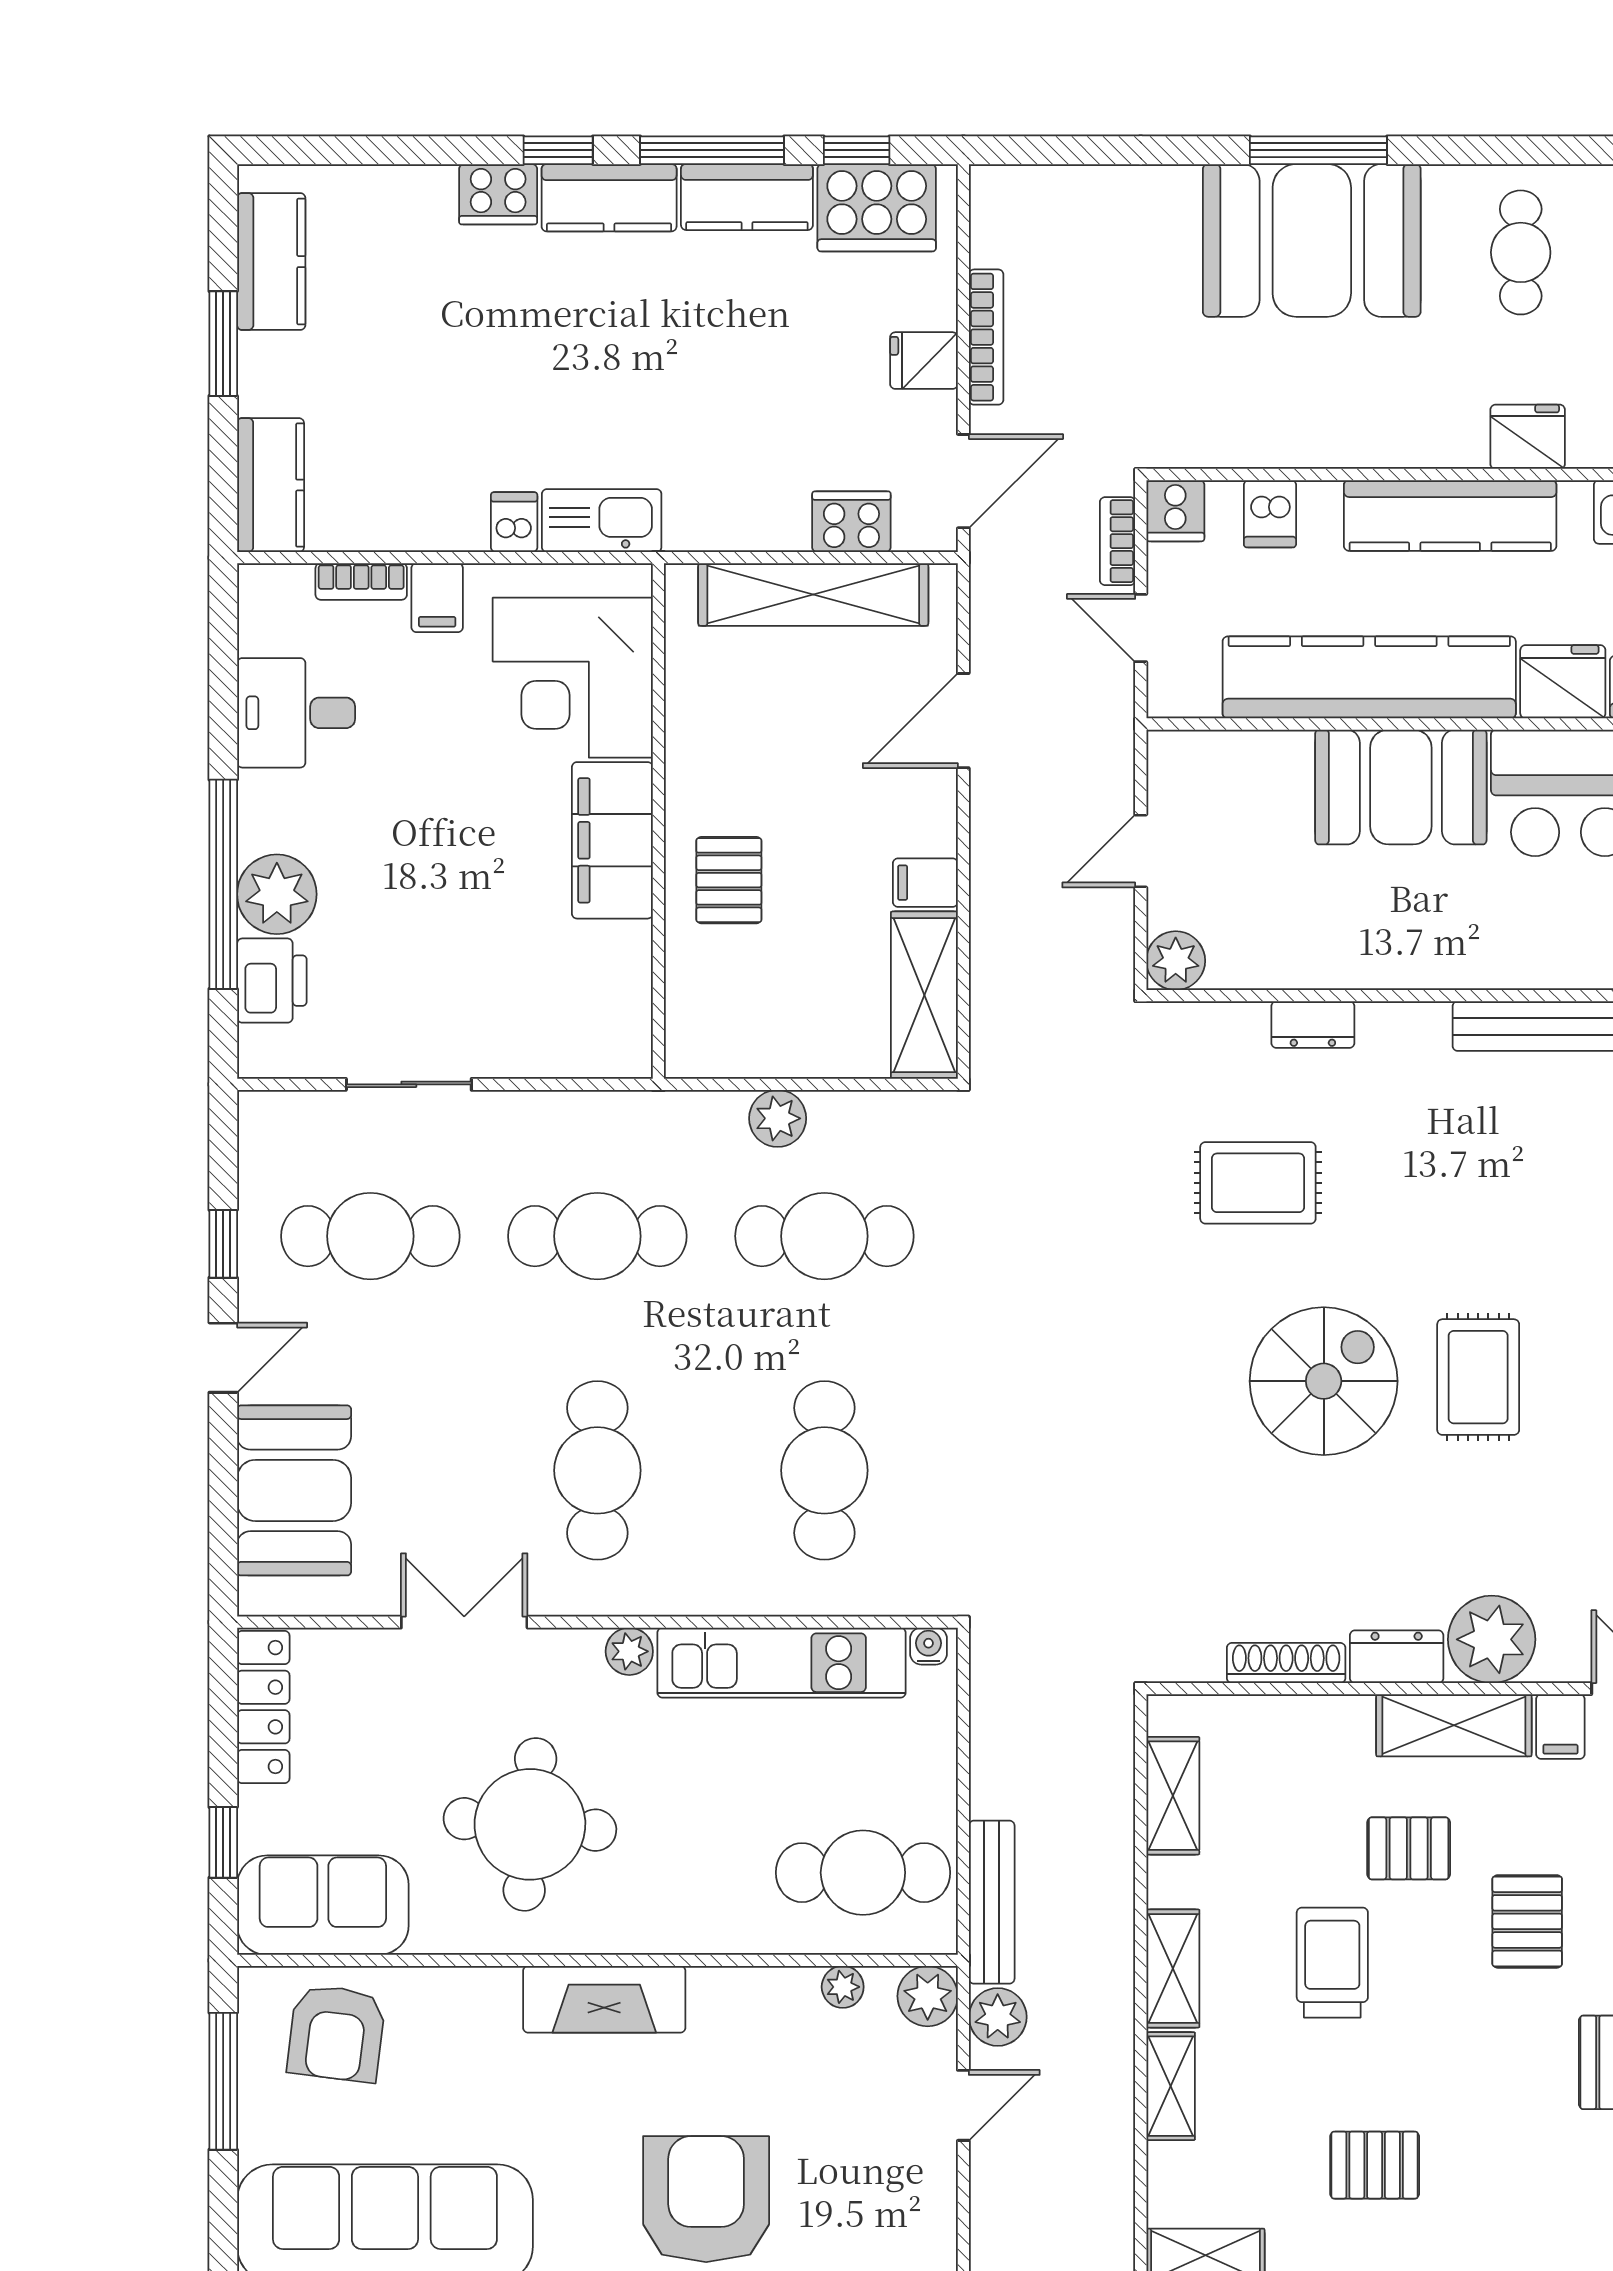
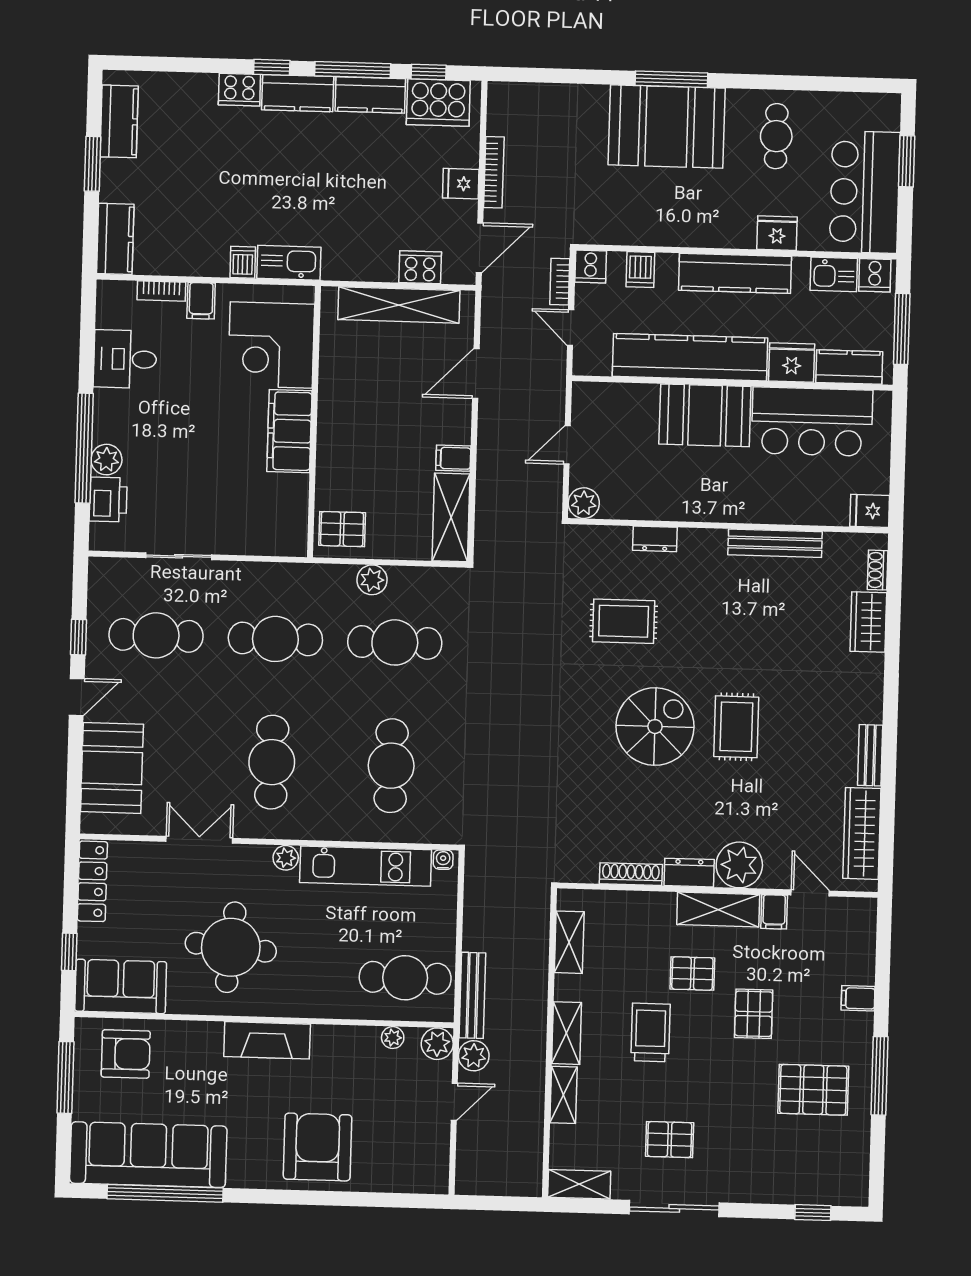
pallet: (729, 880) -> (342, 529), moved, turned 90
plant: (277, 894) -> (106, 460), width x0.73, depth x0.73
armchair: (336, 2033) -> (126, 1054), turned -97

